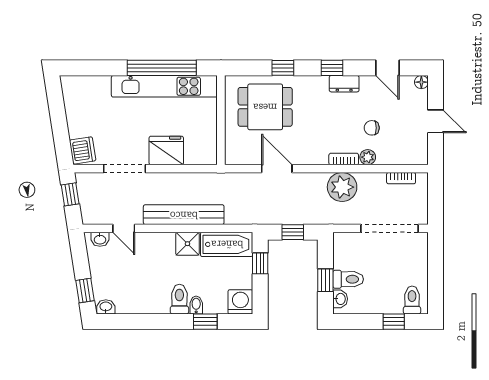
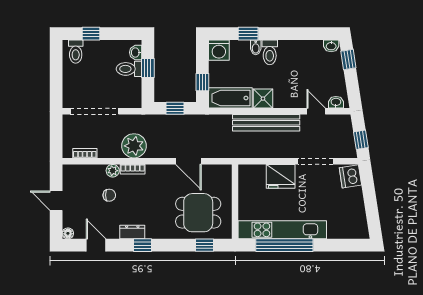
window: (283, 68) -> (205, 245), moved

